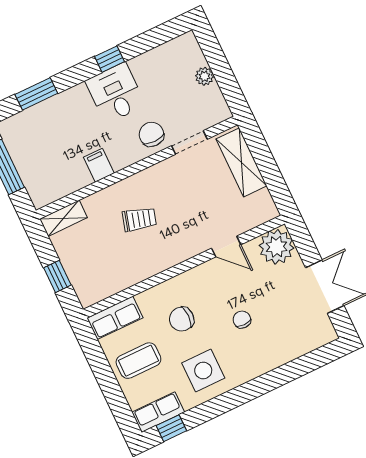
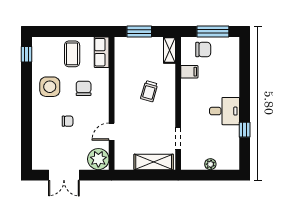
window: (110, 59) -> (245, 130), moved
window: (36, 94) -> (245, 68), removed
chair: (151, 134) -> (203, 50), moved
filing cabinet: (99, 165) -> (189, 72), moved
window: (57, 276) -> (139, 31), width x1.50
row of seats: (158, 412) -> (39, 51), removed

